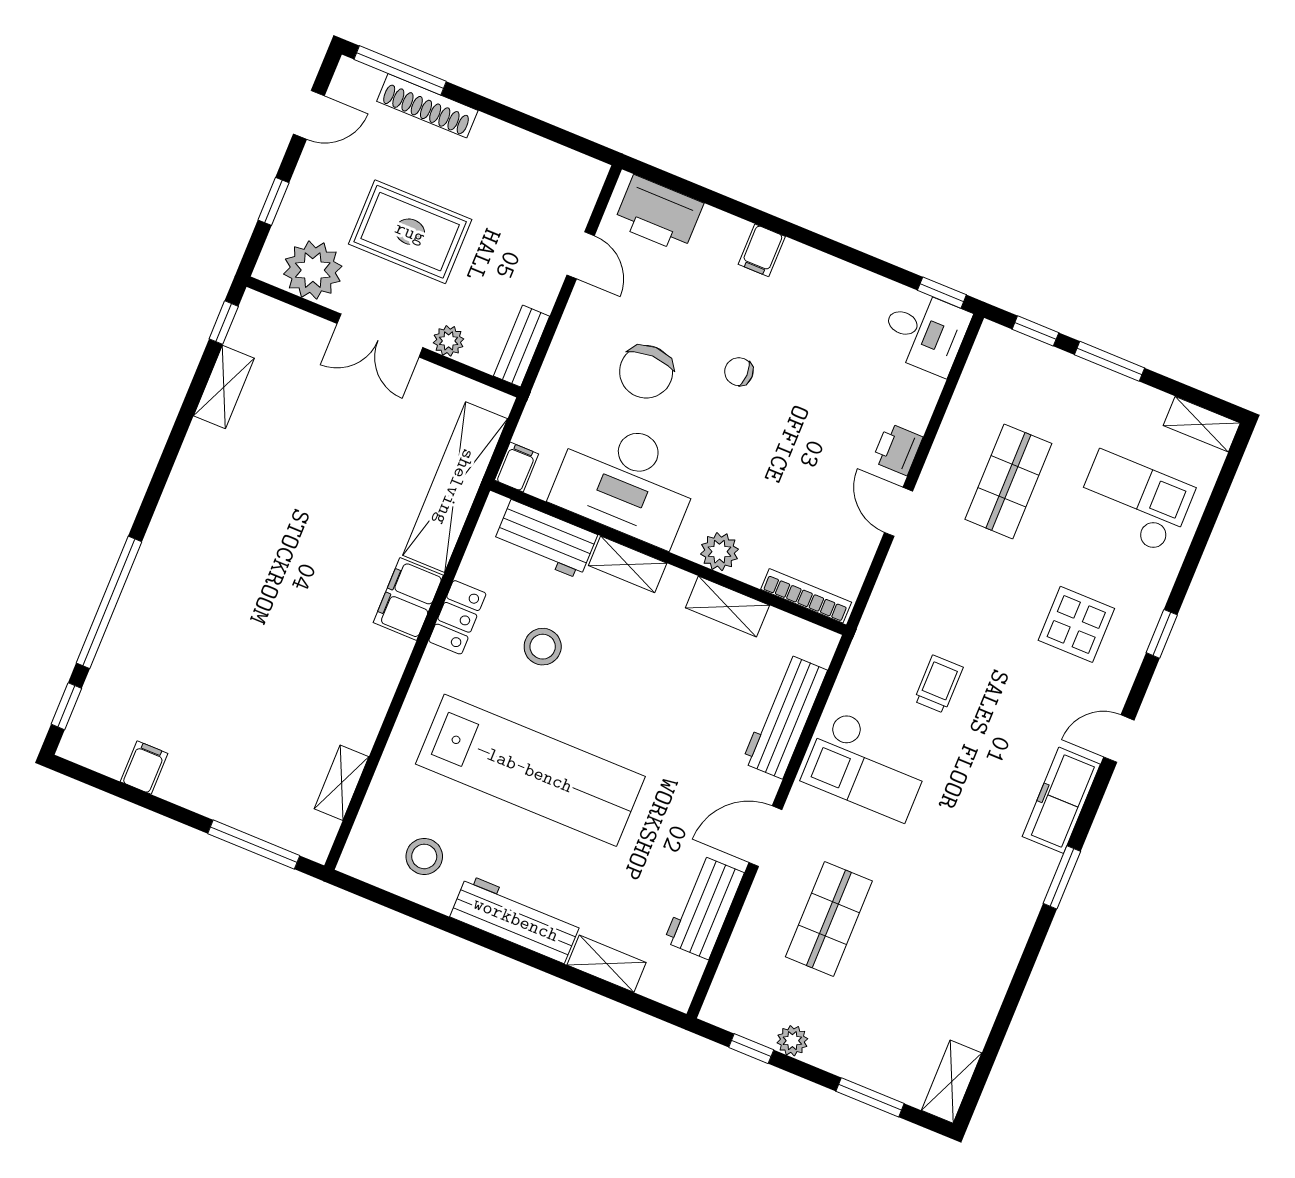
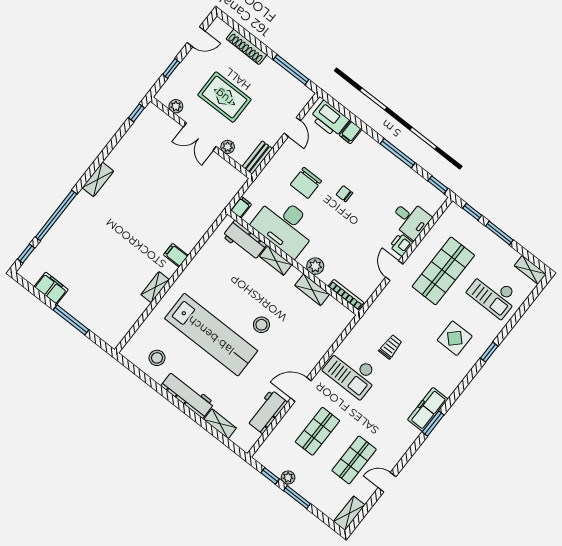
window: (400, 70) -> (291, 70), moved
window: (832, 248) -> (398, 153), added
filing cabinet: (762, 250) -> (351, 132), moved
plant: (313, 270) -> (176, 106), width x0.53, depth x0.53
desk: (925, 332) -> (410, 219), moved
shelving: (224, 387) -> (98, 179), moved
shop shelf: (1008, 481) -> (443, 271), width x1.43, depth x1.36
shelving: (455, 487) -> (213, 208), removed
checkout: (1134, 502) -> (493, 294), turned 180
filing cabinet: (408, 599) -> (176, 255), width x0.50
locker: (457, 617) -> (199, 263), removed
stool: (543, 647) -> (261, 325), moved
workbench: (785, 716) -> (323, 342), removed
door: (1119, 739) -> (387, 482), moved
filing cabinet: (144, 768) -> (51, 288), width x2.00
shelving: (342, 783) -> (155, 287), moved
window: (254, 845) -> (71, 320), moved
window: (1062, 877) -> (433, 424), moved
shop shelf: (929, 960) -> (354, 460), added
window: (870, 1097) -> (297, 497), moved

